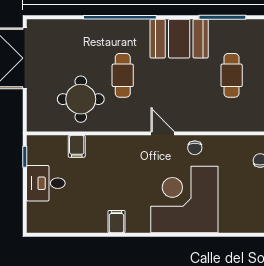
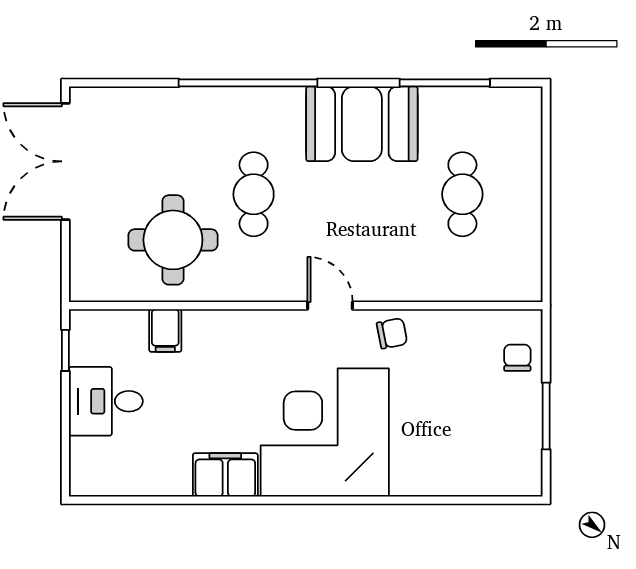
chair: (195, 148) -> (392, 333), turned -101
corner desk: (184, 199) -> (325, 432), moved
filing cabinet: (116, 222) -> (225, 475), width x2.00

